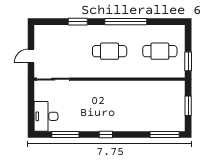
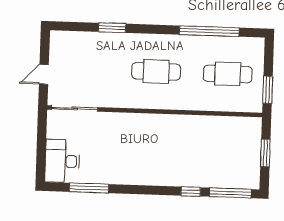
window: (126, 22) -> (209, 31), moved
window: (106, 134) -> (191, 192), moved

